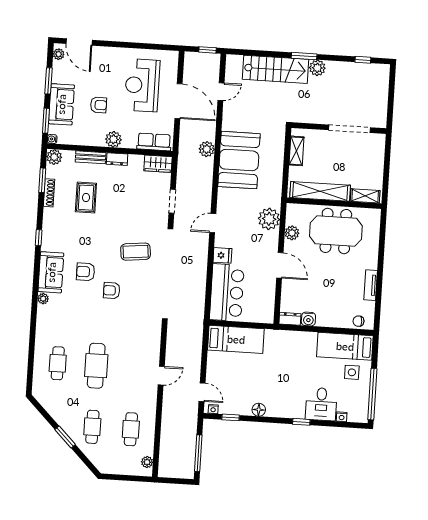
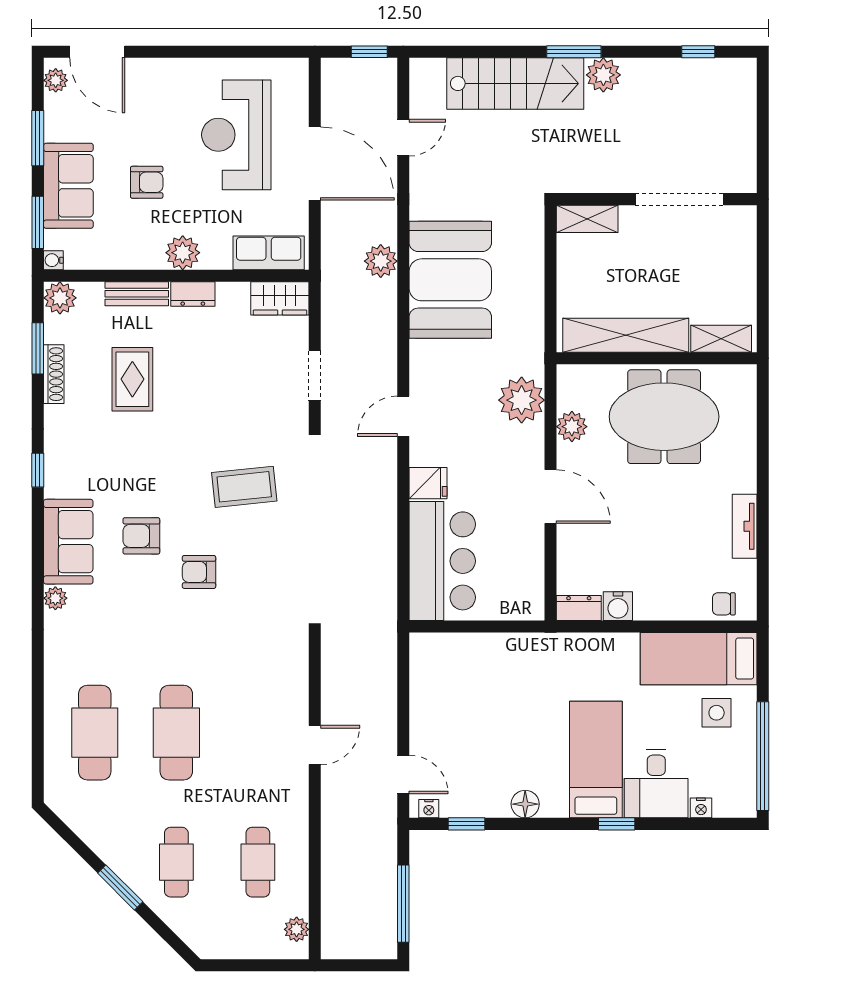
shelving: (296, 151) -> (587, 219), moved, turned 90
bed: (236, 339) -> (596, 760), moved, turned -90
cafe table: (58, 363) -> (95, 733), width x1.37, depth x1.35

